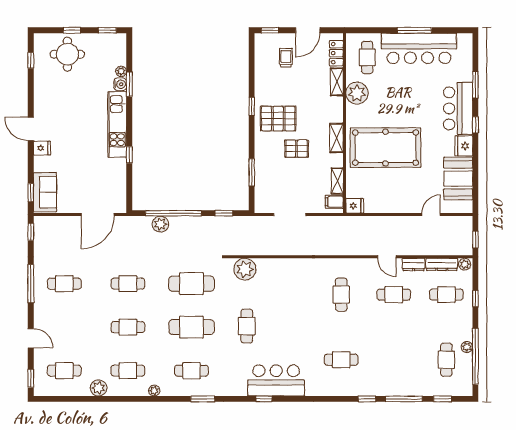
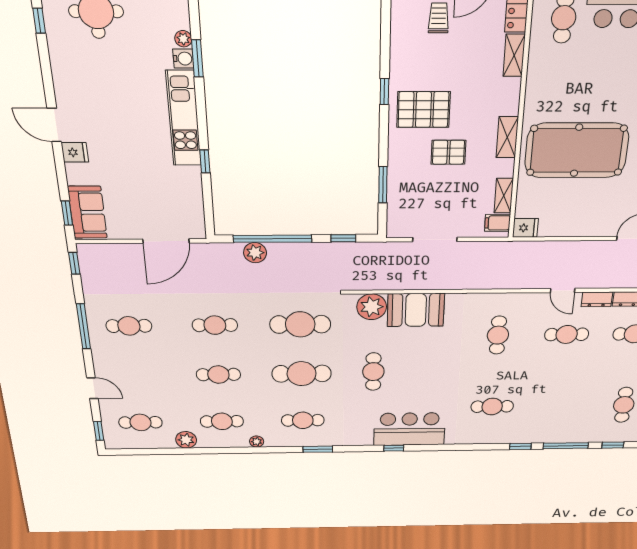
plant: (357, 93) -> (543, 72), removed
booth: (278, 272) -> (416, 310), added

